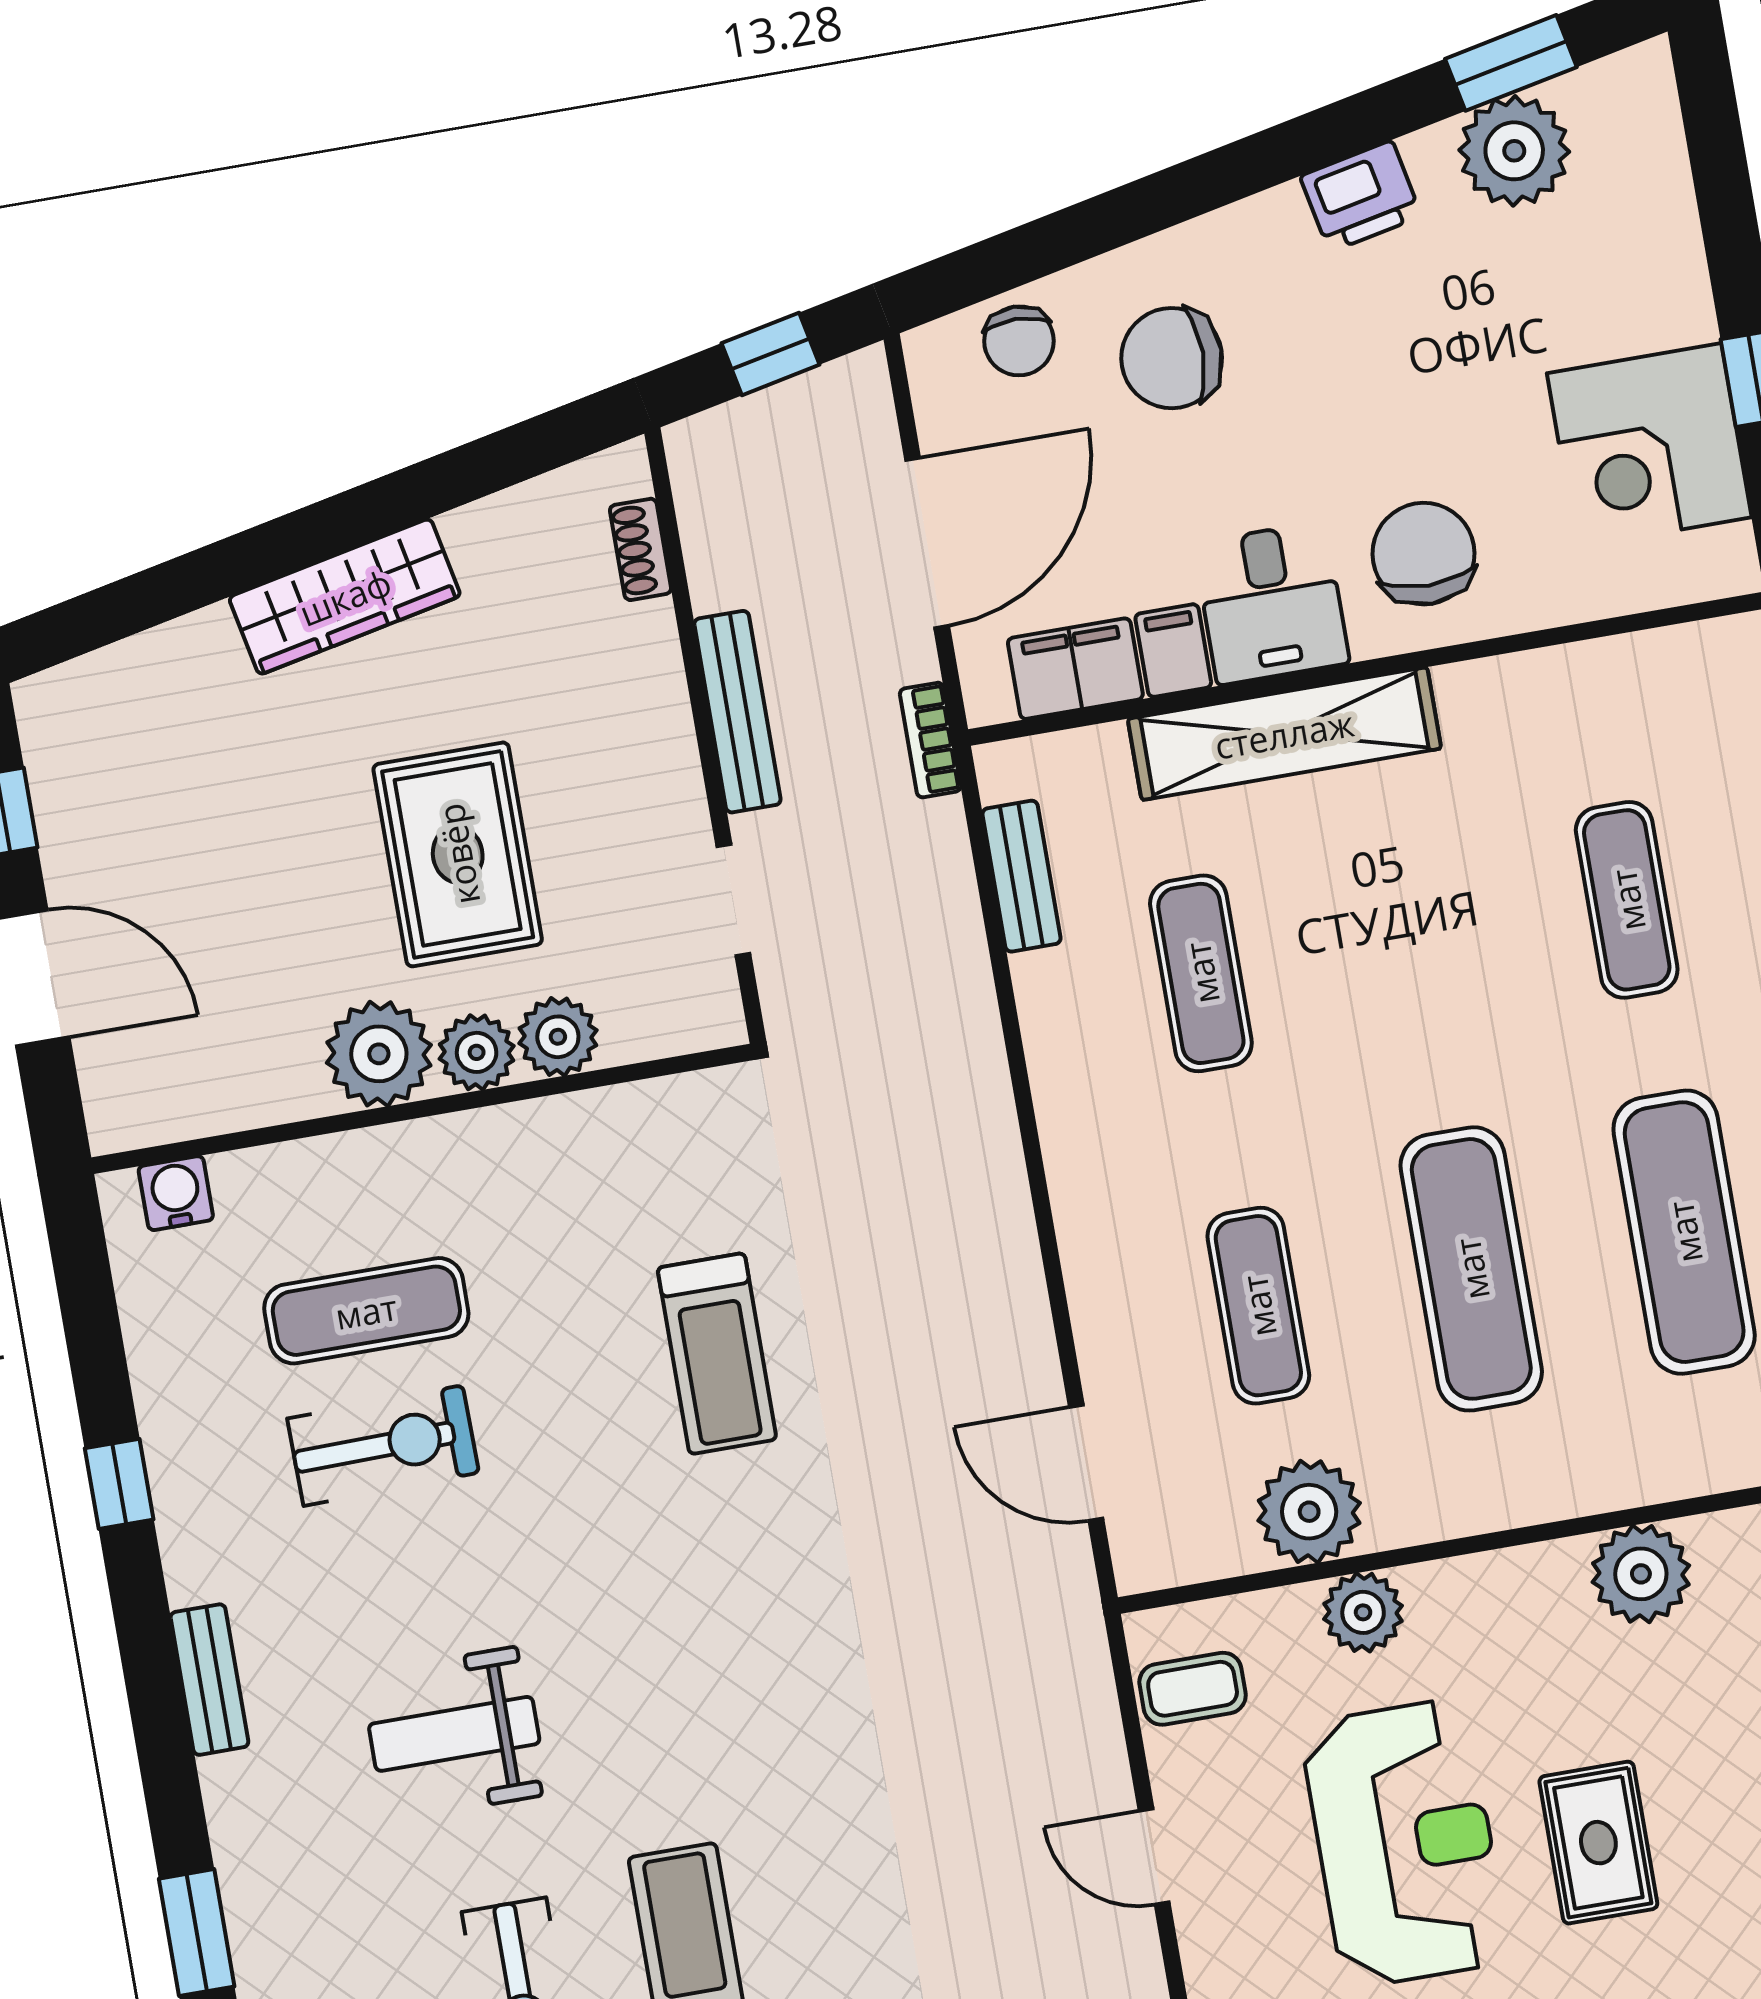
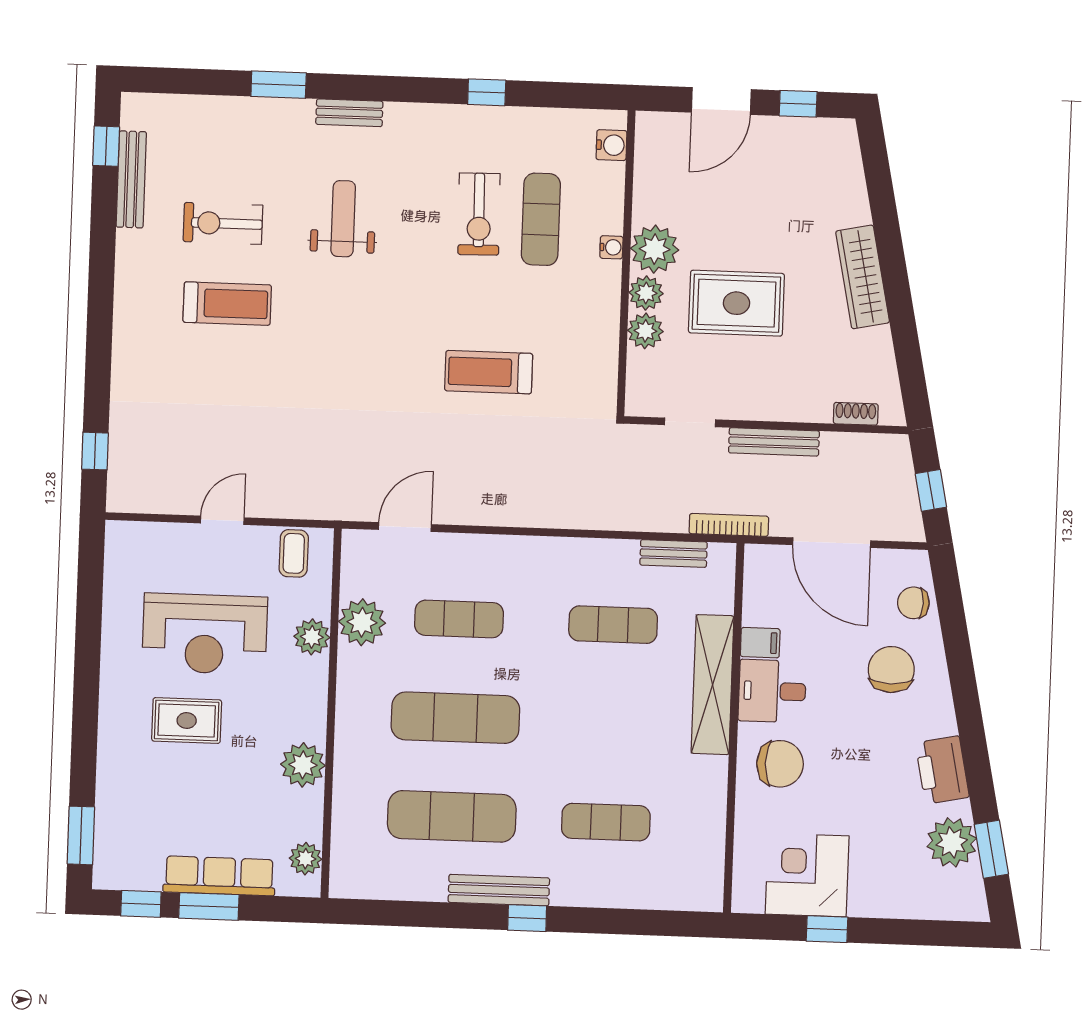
printer: (1361, 196) -> (942, 770), width x1.37, depth x1.19
filing cabinet: (1075, 669) -> (761, 597), removed
bookcase: (930, 740) -> (729, 525), width x1.56
water cooler: (394, 1147) -> (611, 247), added
bench: (209, 1680) -> (349, 113), moved

